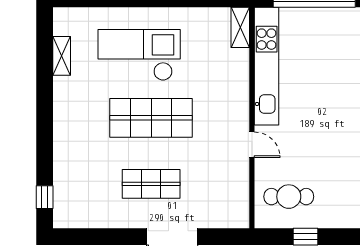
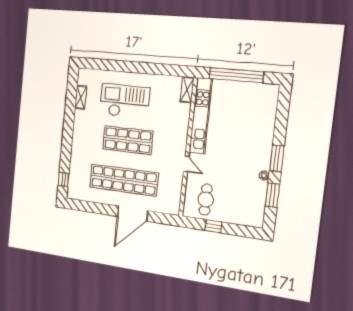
shop shelf: (151, 184) -> (124, 180), width x2.00, depth x1.36
cafe table: (289, 197) -> (206, 200), turned 90

